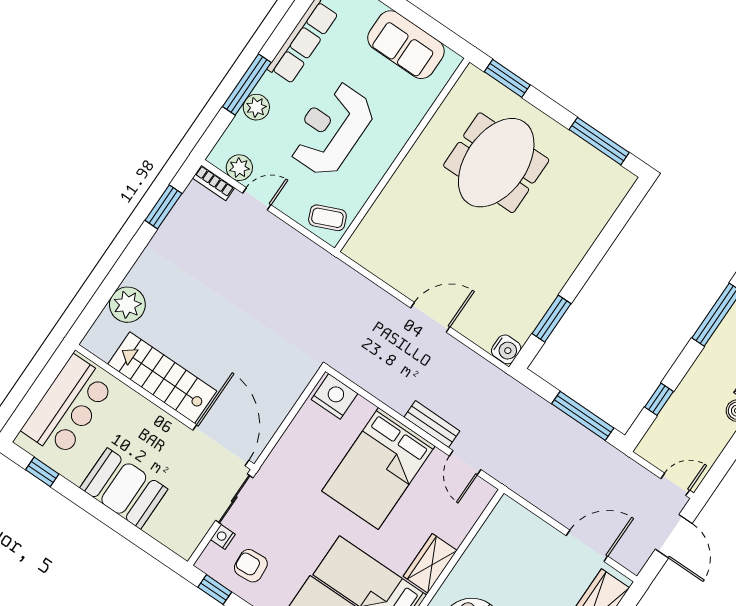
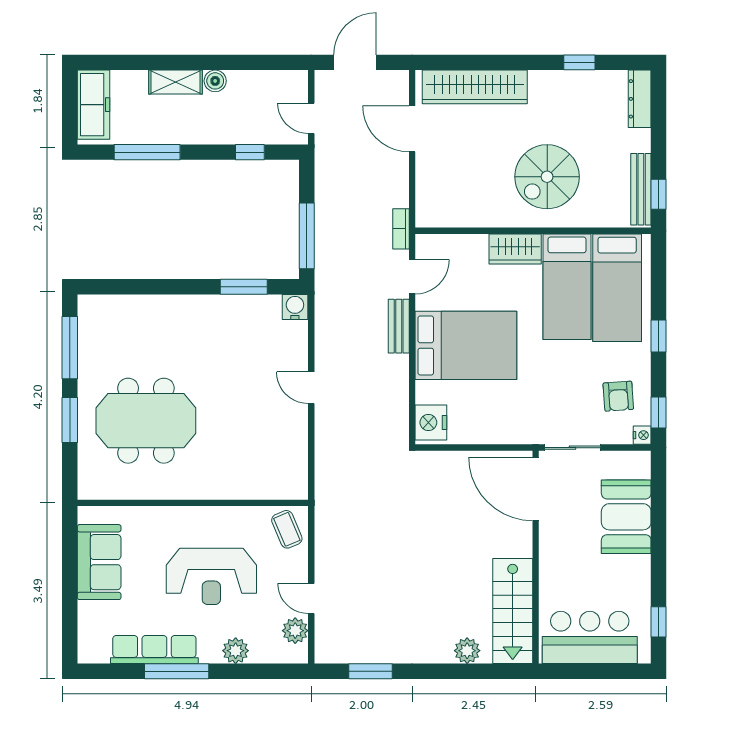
window: (507, 78) -> (70, 420), moved
window: (247, 84) -> (177, 671), moved
bookcase: (213, 183) -> (401, 229), moved, turned 180
plant: (127, 305) -> (467, 651), width x0.73, depth x0.73
door: (430, 317) -> (311, 388), width x0.73
stairs: (162, 378) -> (513, 611), moved
window: (583, 416) -> (307, 236), moved
door: (221, 445) -> (536, 489), hinge flipped
door: (675, 484) -> (311, 118), moved
booth: (124, 489) -> (626, 517), moved
nightstand: (223, 537) -> (642, 435), moved, turned -90

